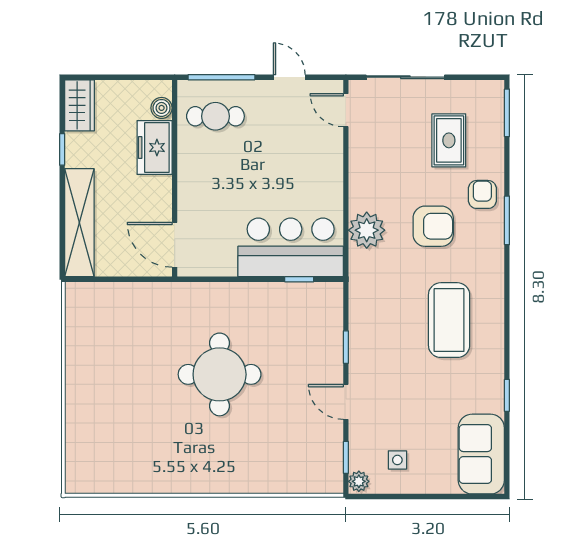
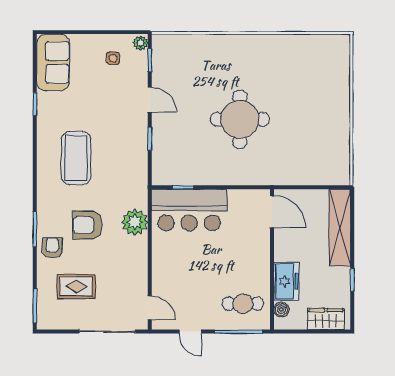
wardrobe: (79, 105) -> (326, 319), moved, turned 90
rug: (449, 140) -> (76, 286), turned 90
armchair: (482, 194) -> (52, 248), turned 180

